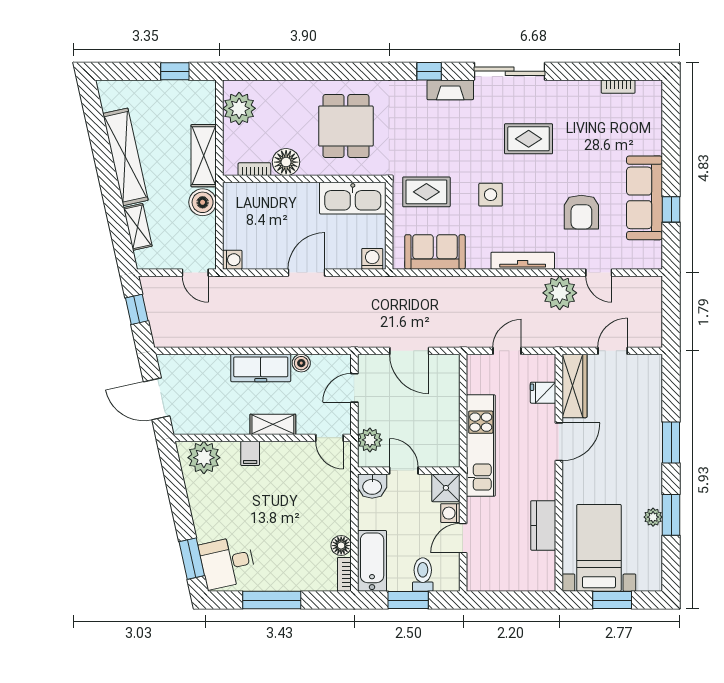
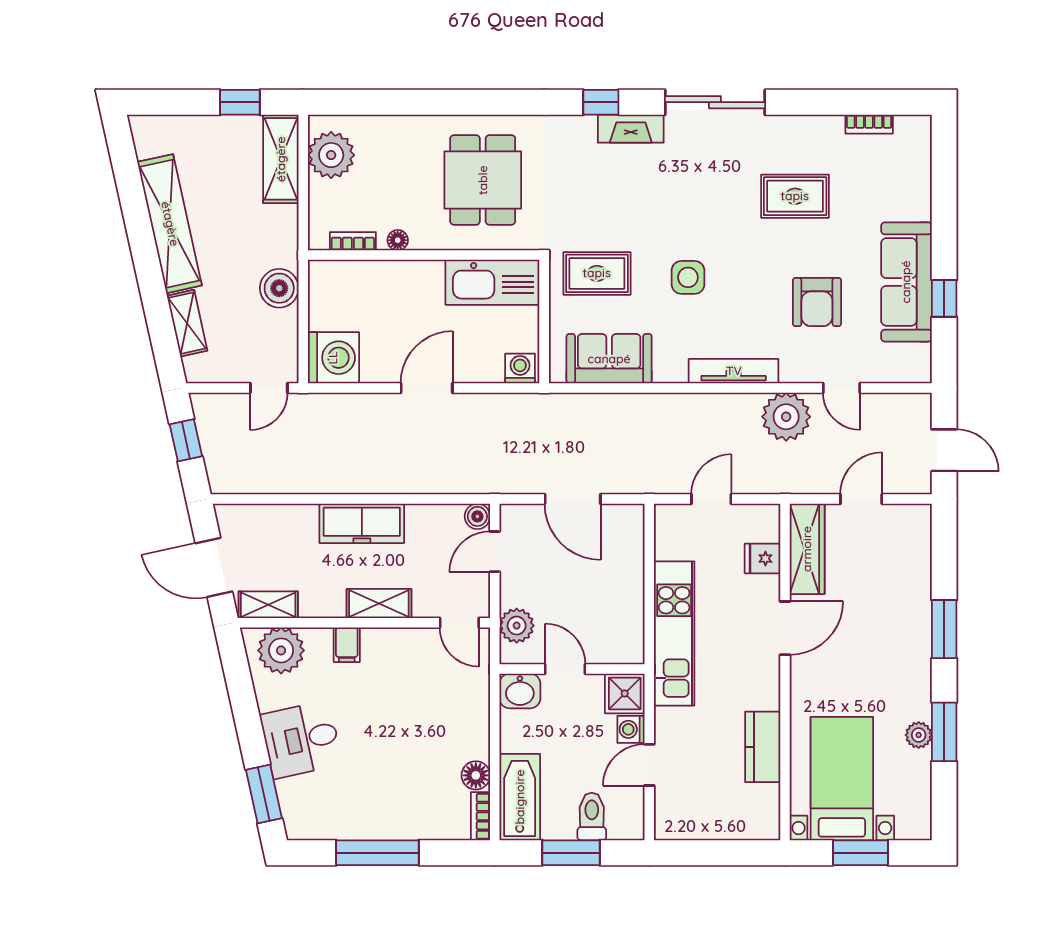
rug: (529, 139) -> (795, 196), moved
shelving: (204, 156) -> (281, 159), moved
floor lamp: (286, 162) -> (398, 240), width x0.53, depth x0.53
washing machine: (232, 260) -> (333, 358), width x1.89, depth x1.89
door: (195, 273) -> (269, 388), hinge flipped
door: (671, 316) -> (944, 450), added
boiler: (301, 363) -> (477, 516), moved
shelving: (195, 425) -> (268, 605), added
desk: (227, 562) -> (301, 740), moved

